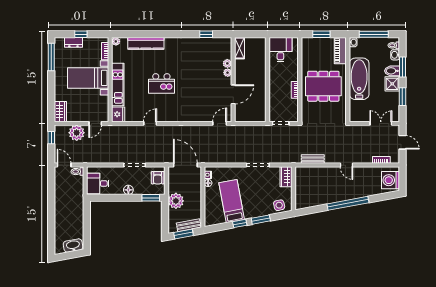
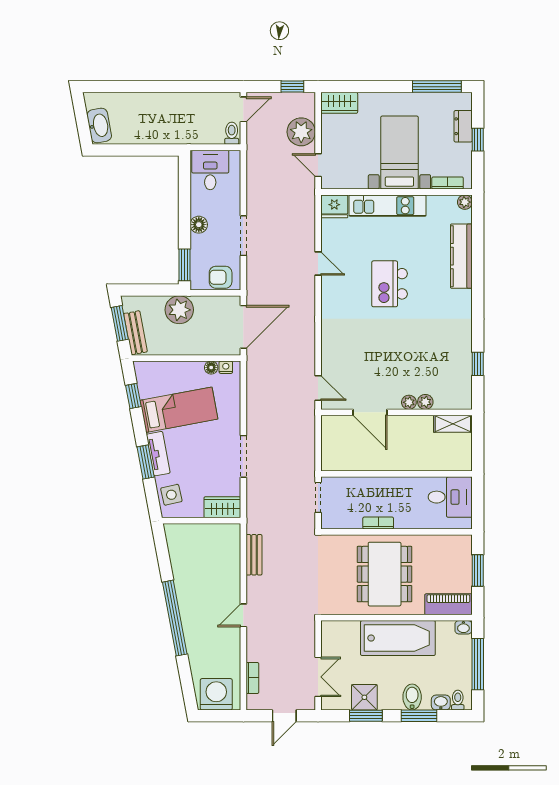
shower: (392, 84) -> (364, 697), moved
tv unit: (256, 213) -> (158, 454), added
window: (240, 223) -> (133, 396), moved

